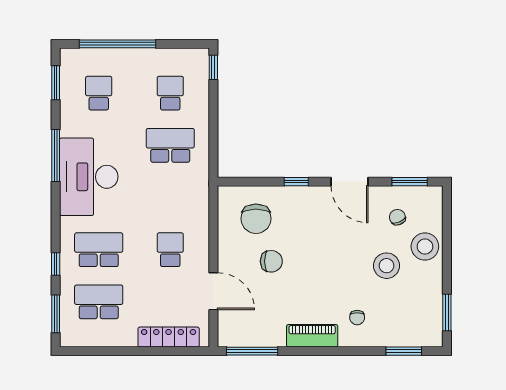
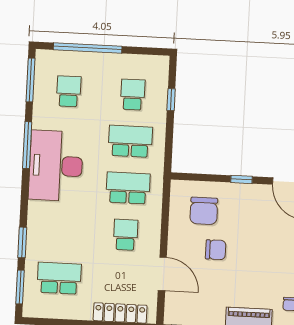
window: (213, 67) -> (171, 100), moved
window: (56, 83) -> (31, 80), width x1.44
school desk: (99, 250) -> (128, 188), moved
window: (56, 264) -> (22, 242), width x1.50

